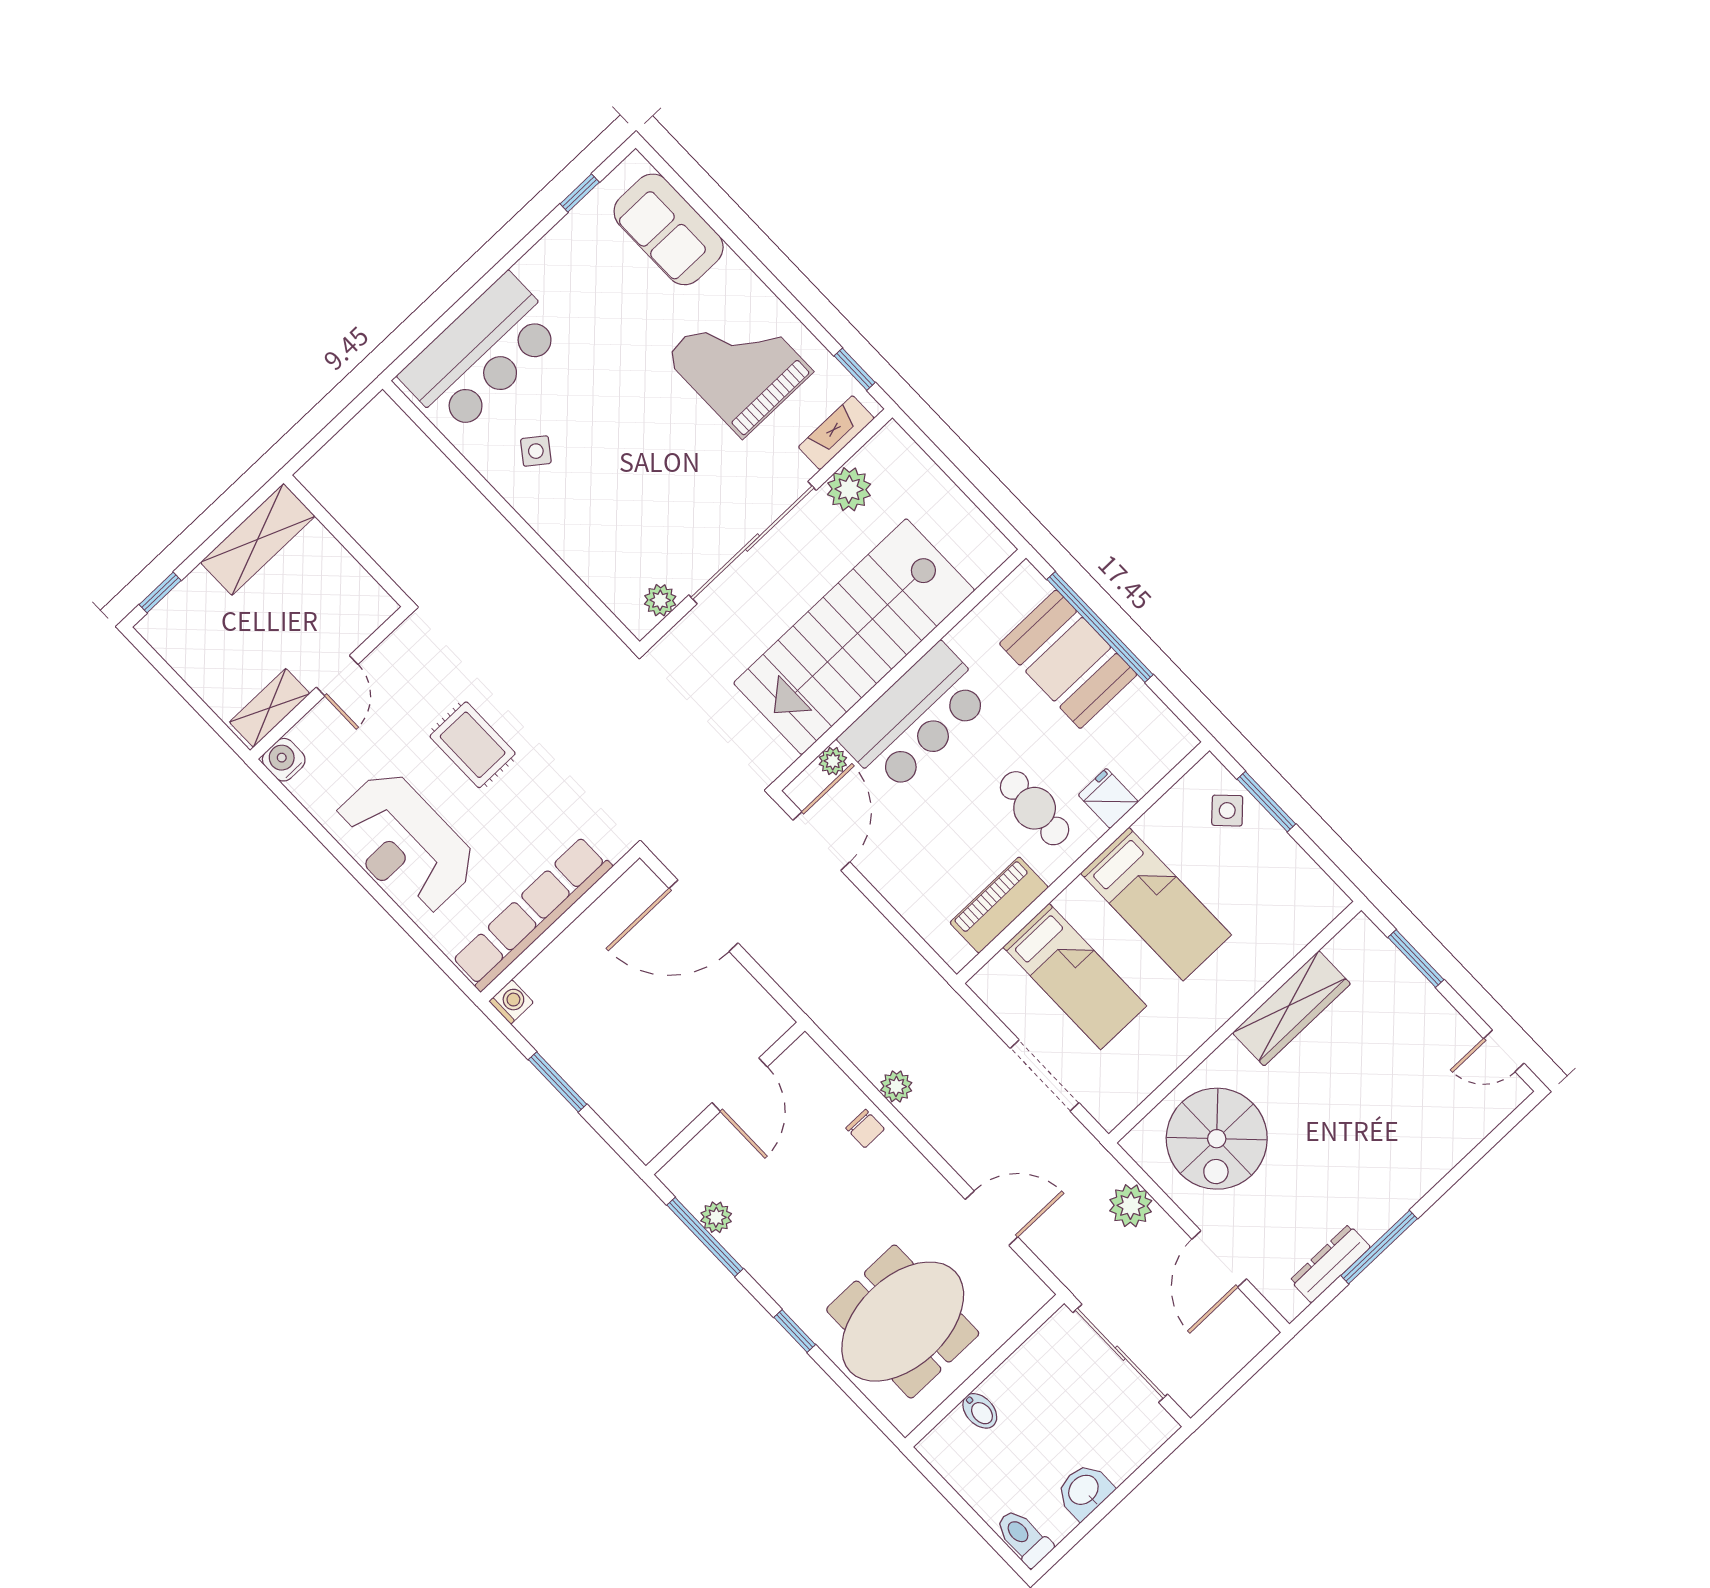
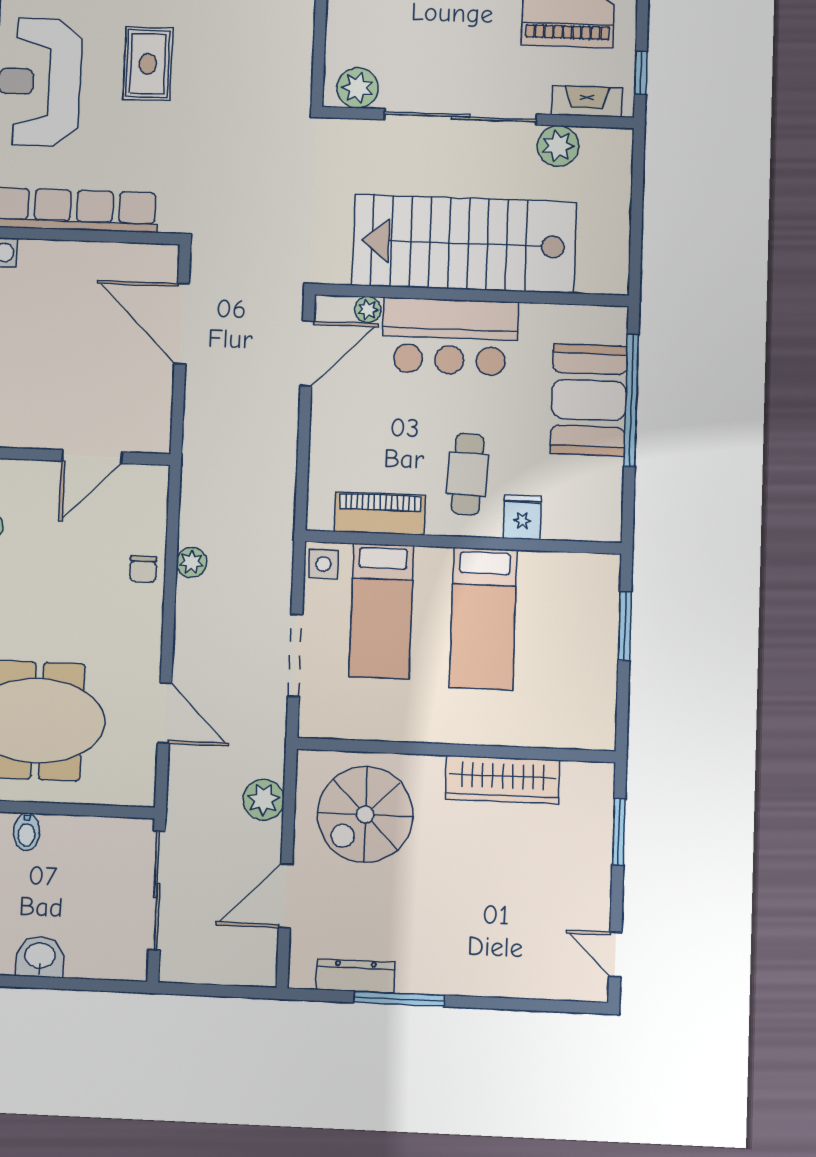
plant: (660, 600) -> (358, 88), width x1.38, depth x1.38
side table: (1227, 811) -> (323, 564), moved, turned 45

